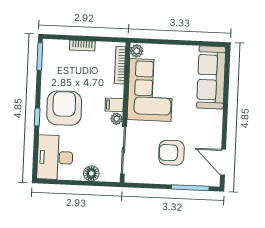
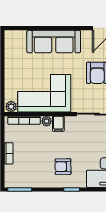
sofa: (211, 77) -> (54, 42), moved
armchair: (64, 108) -> (63, 167), width x0.53, depth x0.53
plant: (117, 119) -> (46, 121), moved

